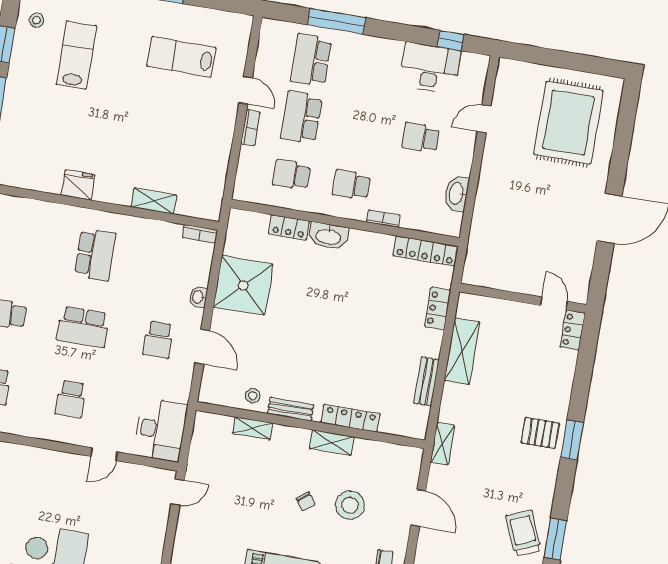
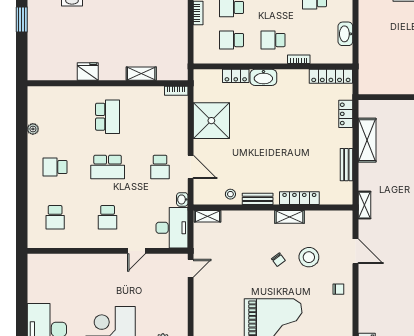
washbasin: (198, 297) -> (182, 199), moved
shelving: (253, 428) -> (208, 216), moved

